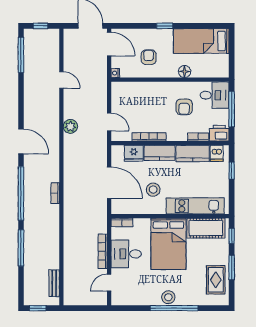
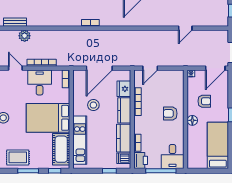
floor lamp: (185, 71) -> (192, 120), moved
armchair: (184, 107) -> (170, 113), moved
plant: (70, 126) -> (25, 36), moved

